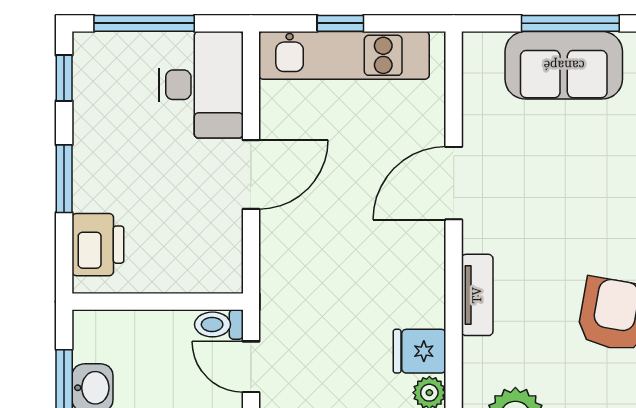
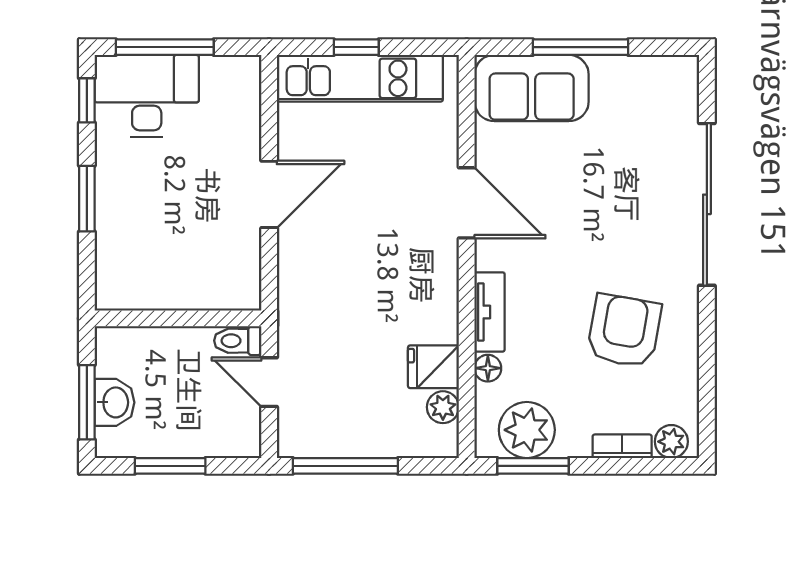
sofa: (564, 65) -> (532, 88), moved
desk: (201, 85) -> (147, 96), moved, turned -90
door: (454, 183) -> (467, 203), swing flipped
printer: (98, 245) -> (120, 263), removed
floor lamp: (475, 353) -> (488, 368), added

